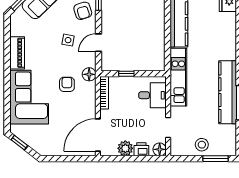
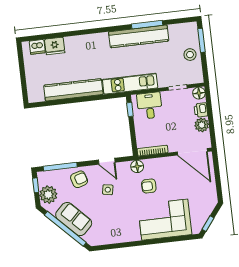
piano: (17, 53) -> (125, 236), removed
window: (126, 74) -> (130, 109), moved

